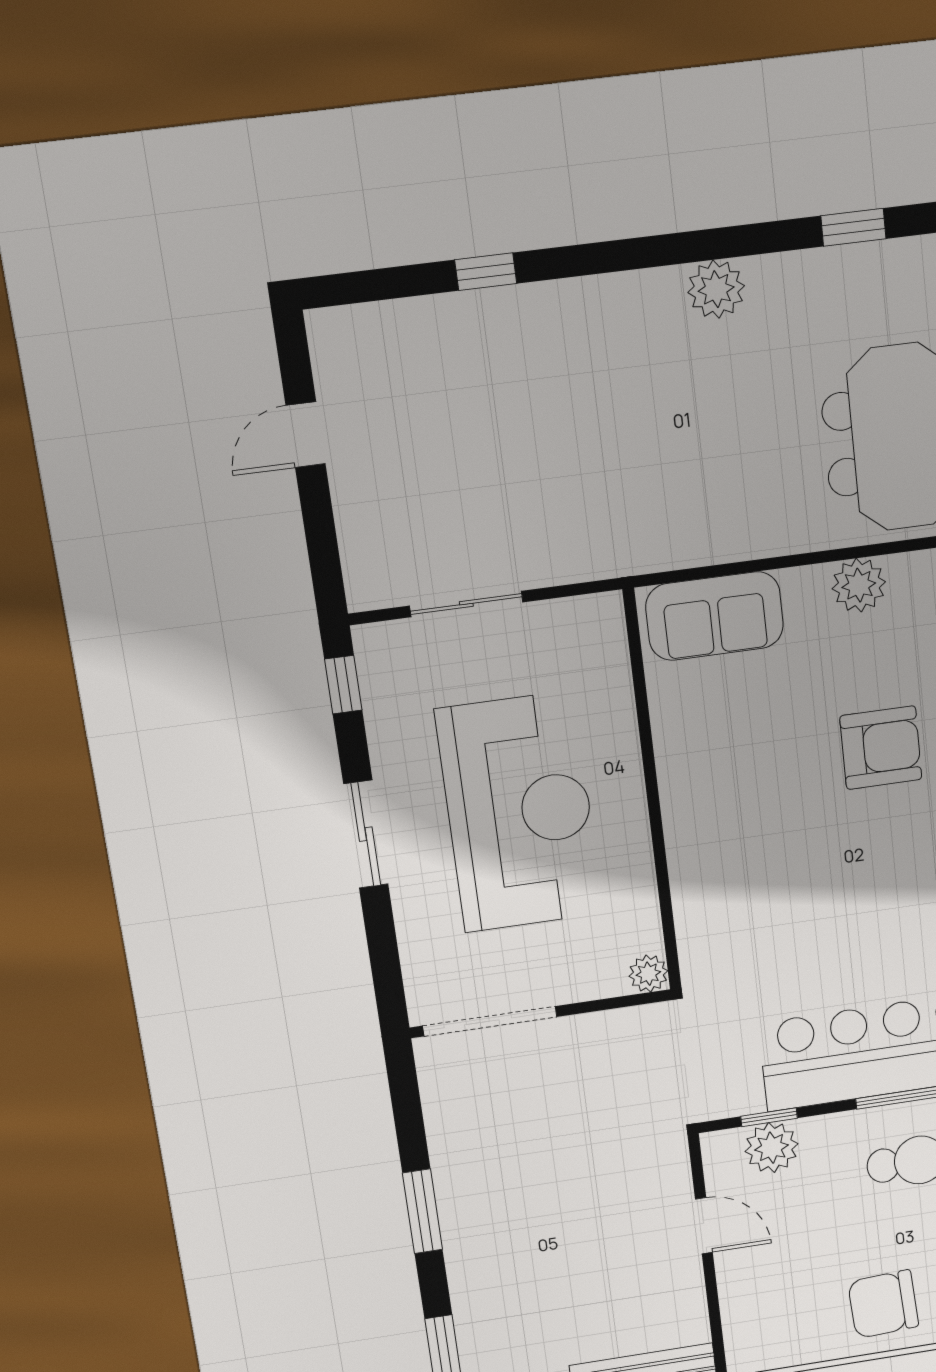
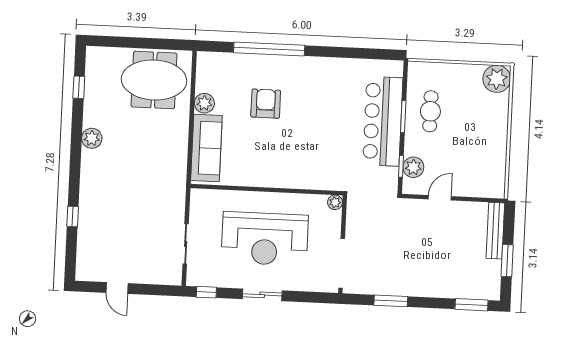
sofa: (715, 616) -> (206, 148), width x1.36
reception desk: (519, 812) -> (265, 239), turned 180
window: (422, 1211) -> (391, 301), moved
chair: (883, 1304) -> (487, 134), removed

